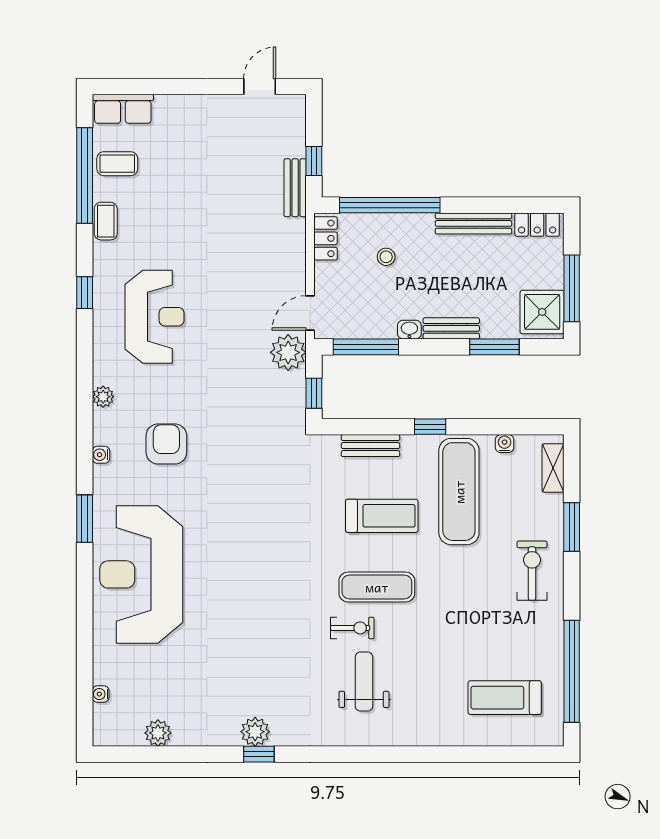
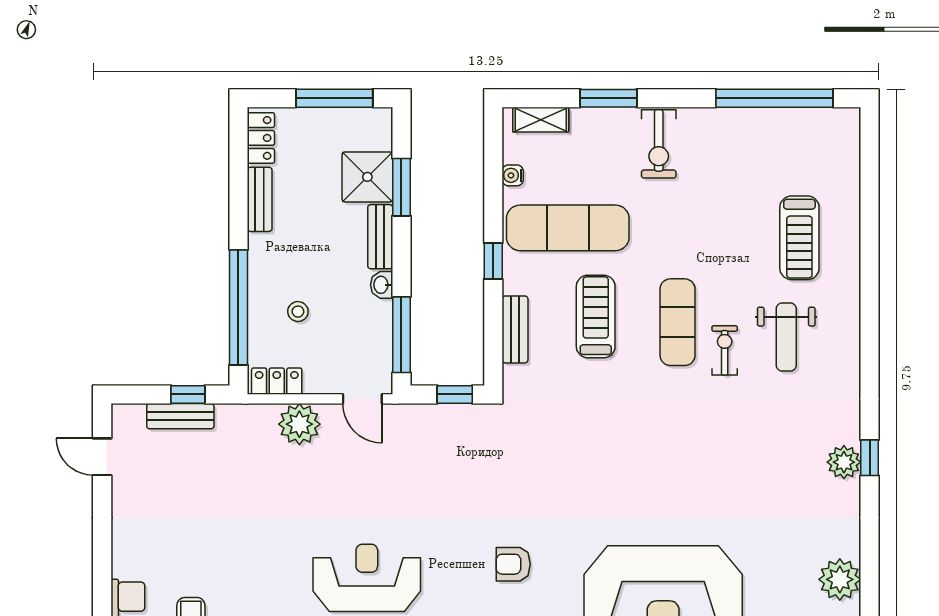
bench: (295, 188) -> (180, 416), moved
bench: (474, 223) -> (260, 199), width x0.73
shower: (542, 312) -> (367, 177), moved
plant: (288, 352) -> (299, 424), moved
armchair: (166, 444) -> (513, 564), width x0.72, depth x0.72
exercise bike: (532, 571) -> (659, 144), turned -90
weight bench: (364, 682) -> (786, 337), turned -90
treadmill: (505, 698) -> (799, 238), moved
plant: (158, 733) -> (840, 579), width x1.36, depth x1.36

